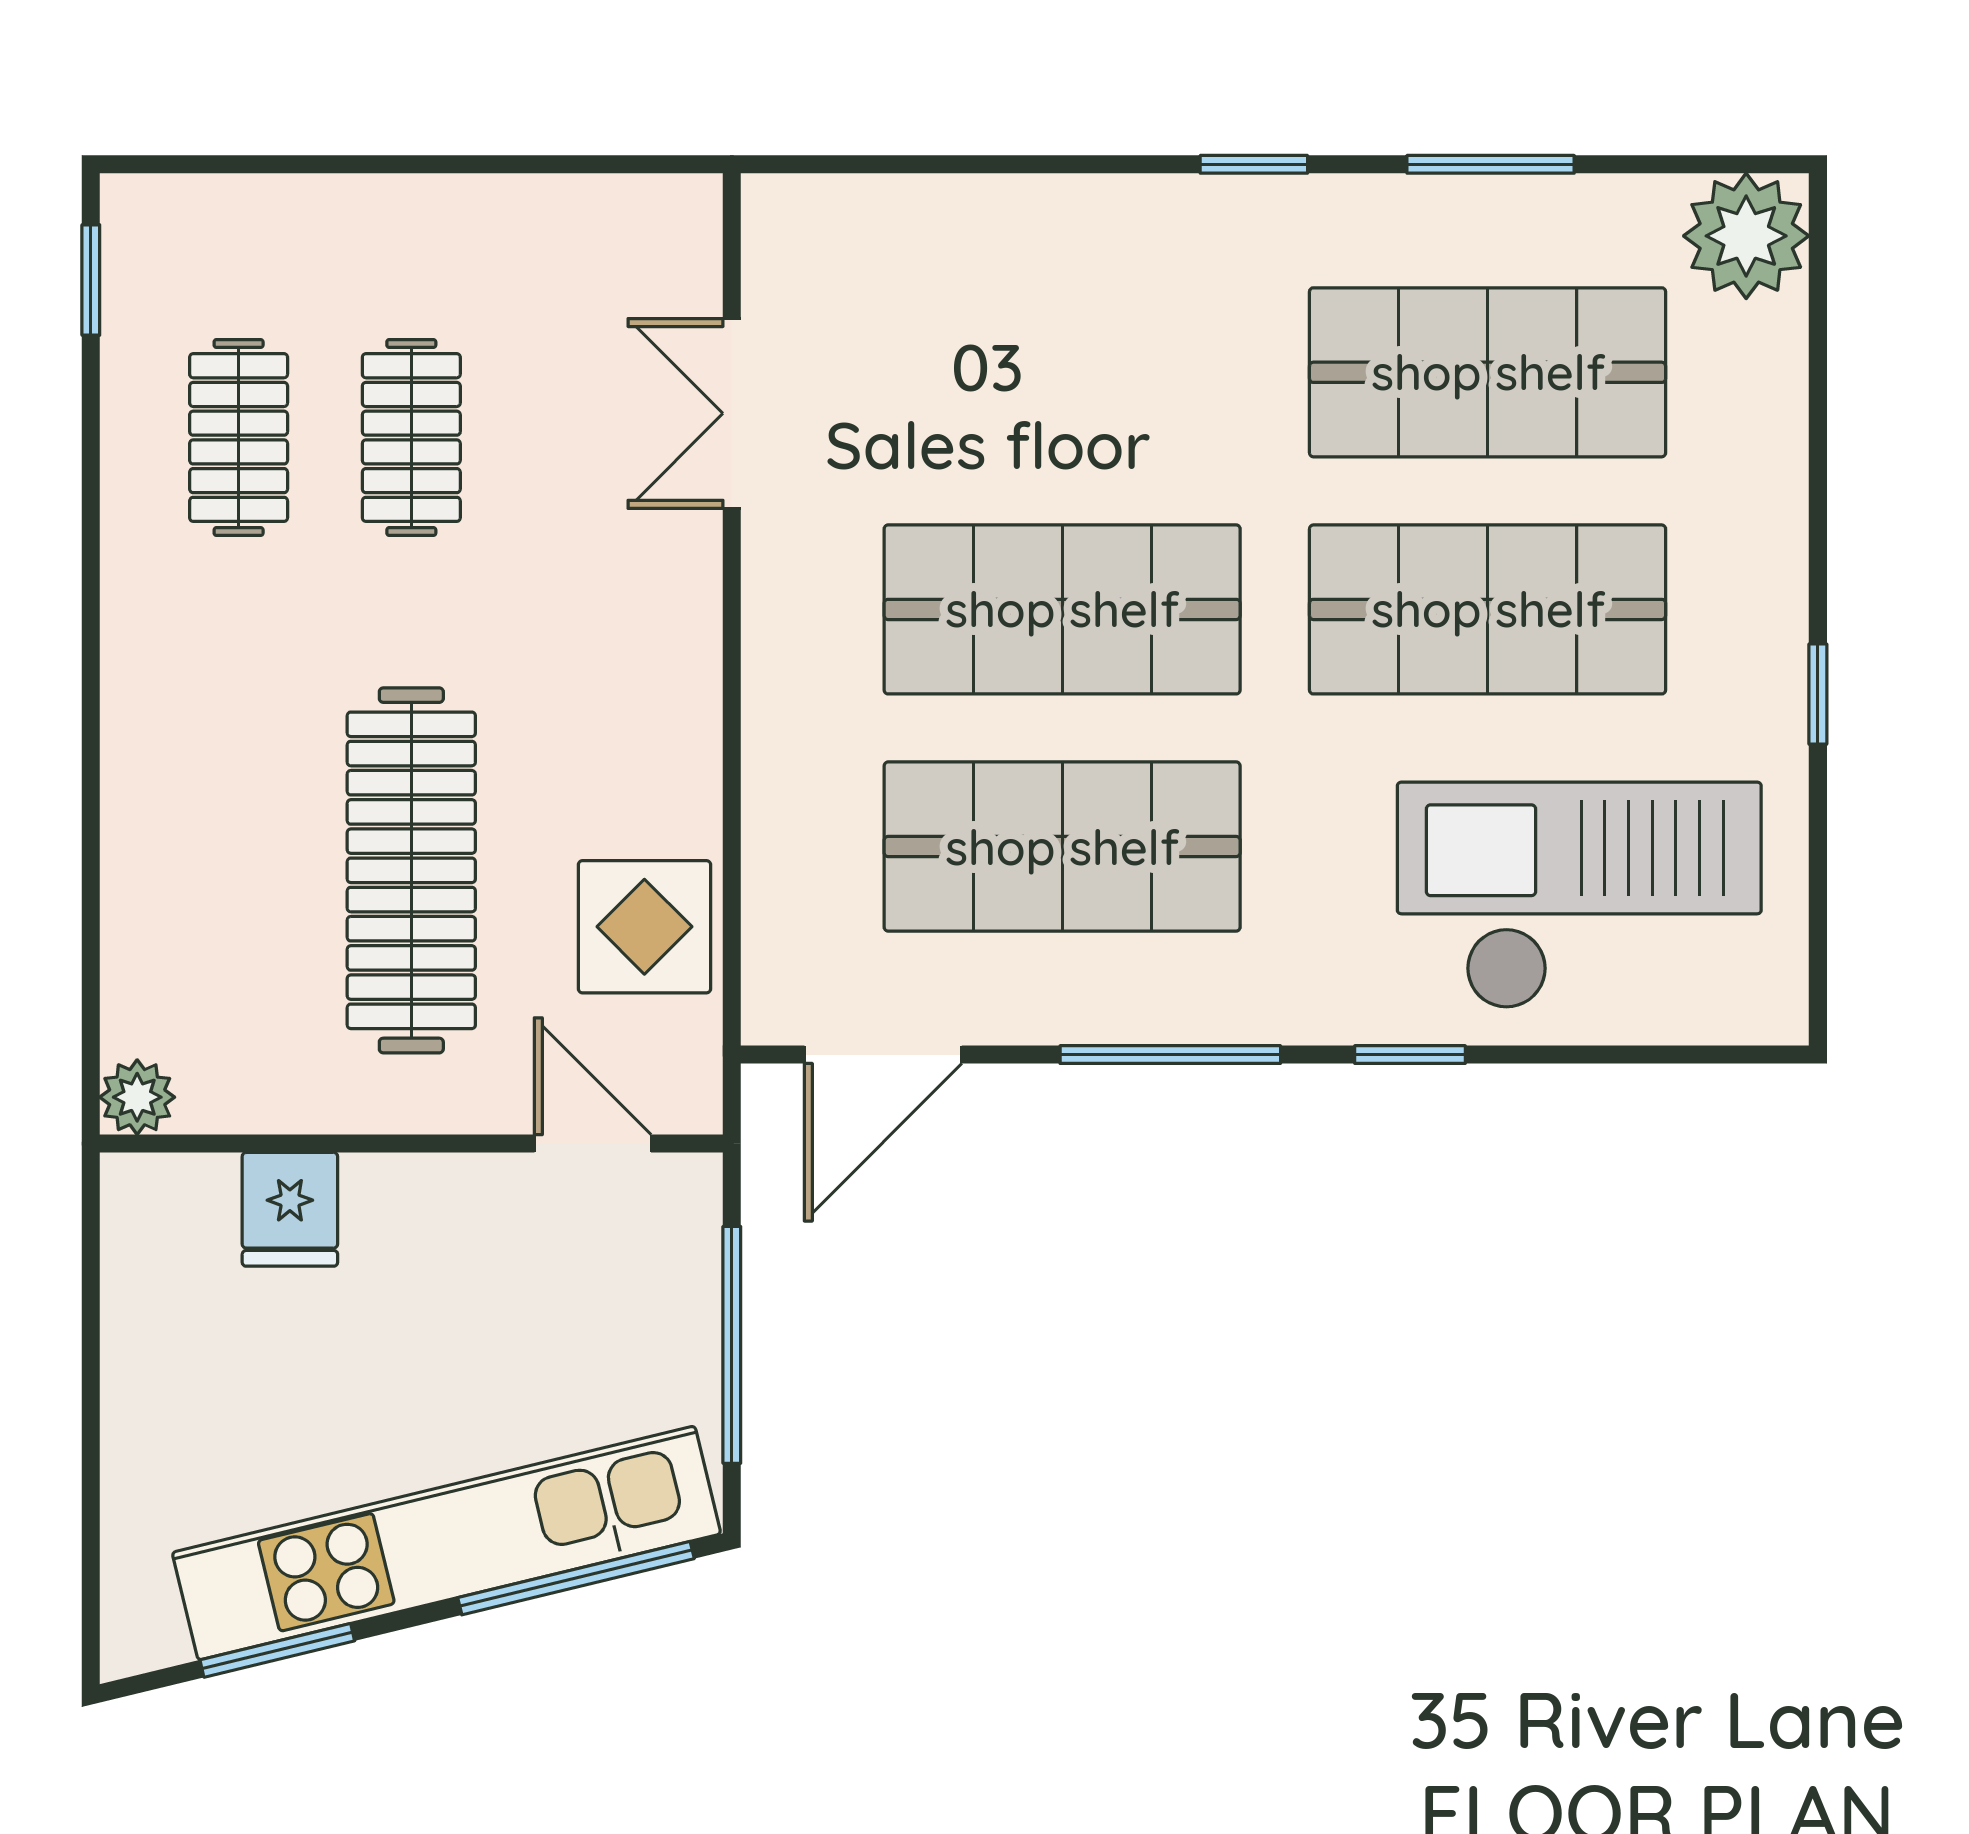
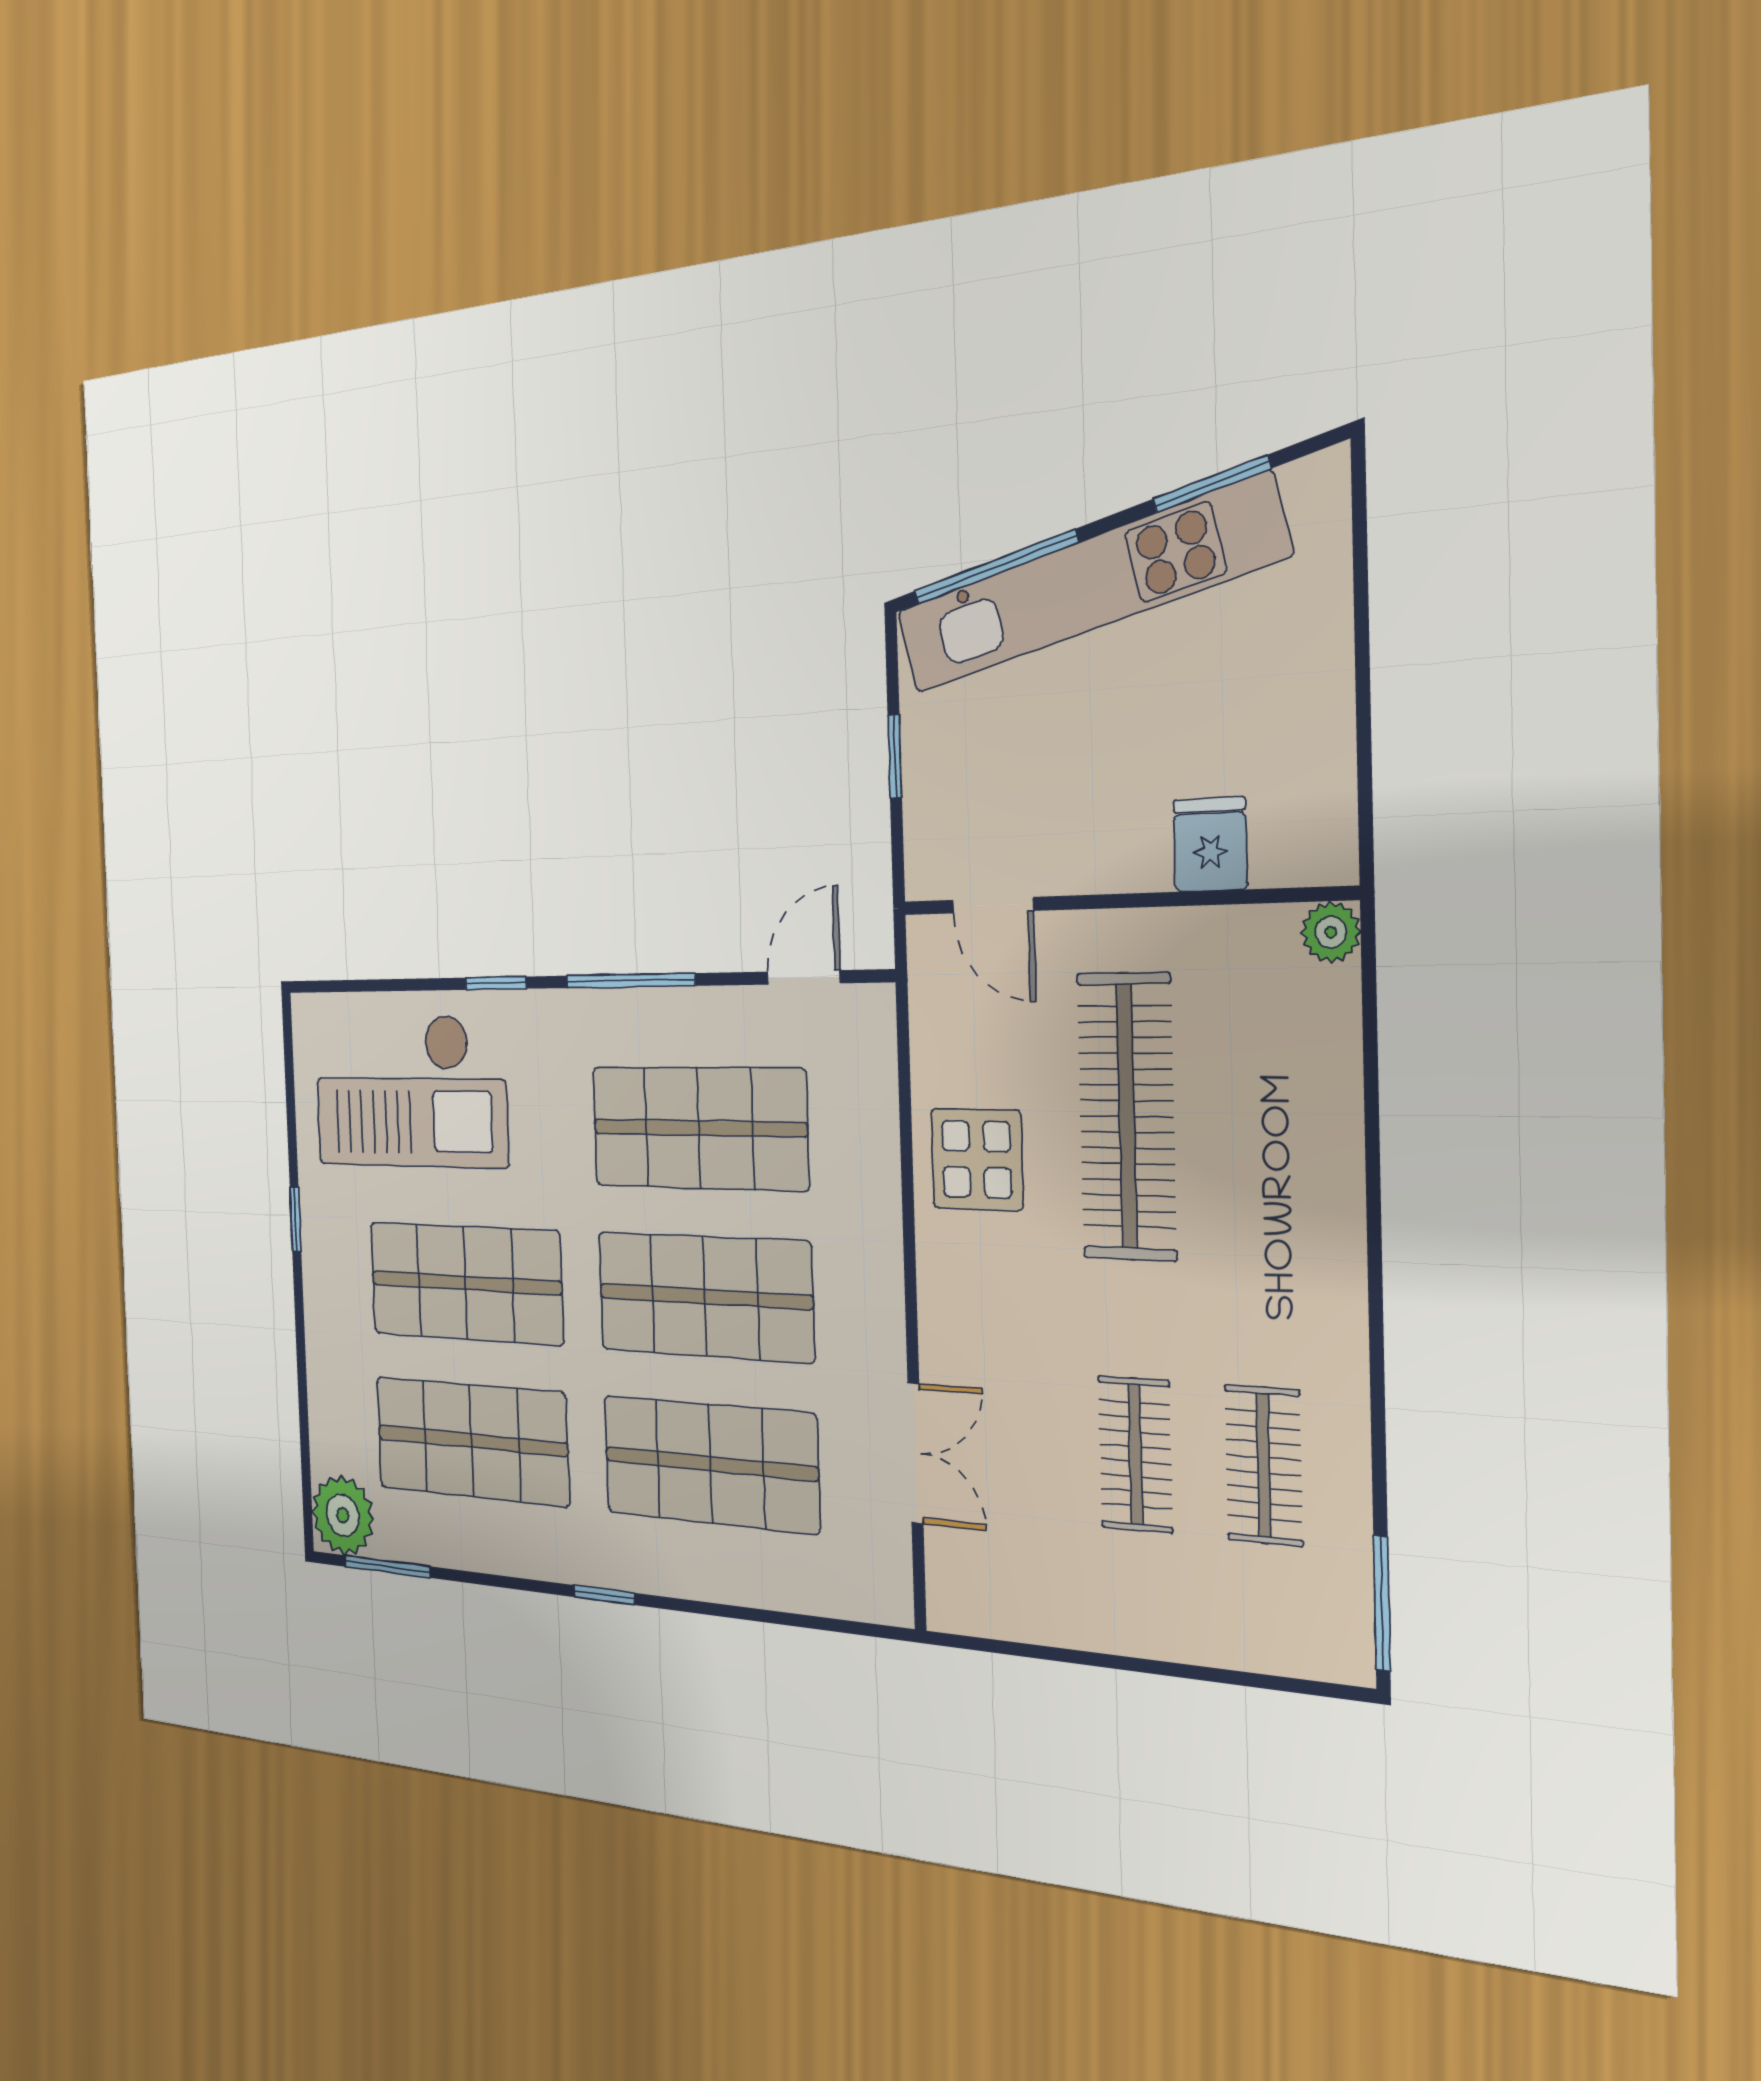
window: (1491, 164) -> (388, 1567), moved
window: (91, 280) -> (1382, 1603), width x1.50
shop shelf: (1062, 372) -> (710, 1464), added
display table: (644, 927) -> (977, 1159), moved
door: (883, 1055) -> (804, 977), width x0.73
window: (732, 1345) -> (895, 756), width x0.46

